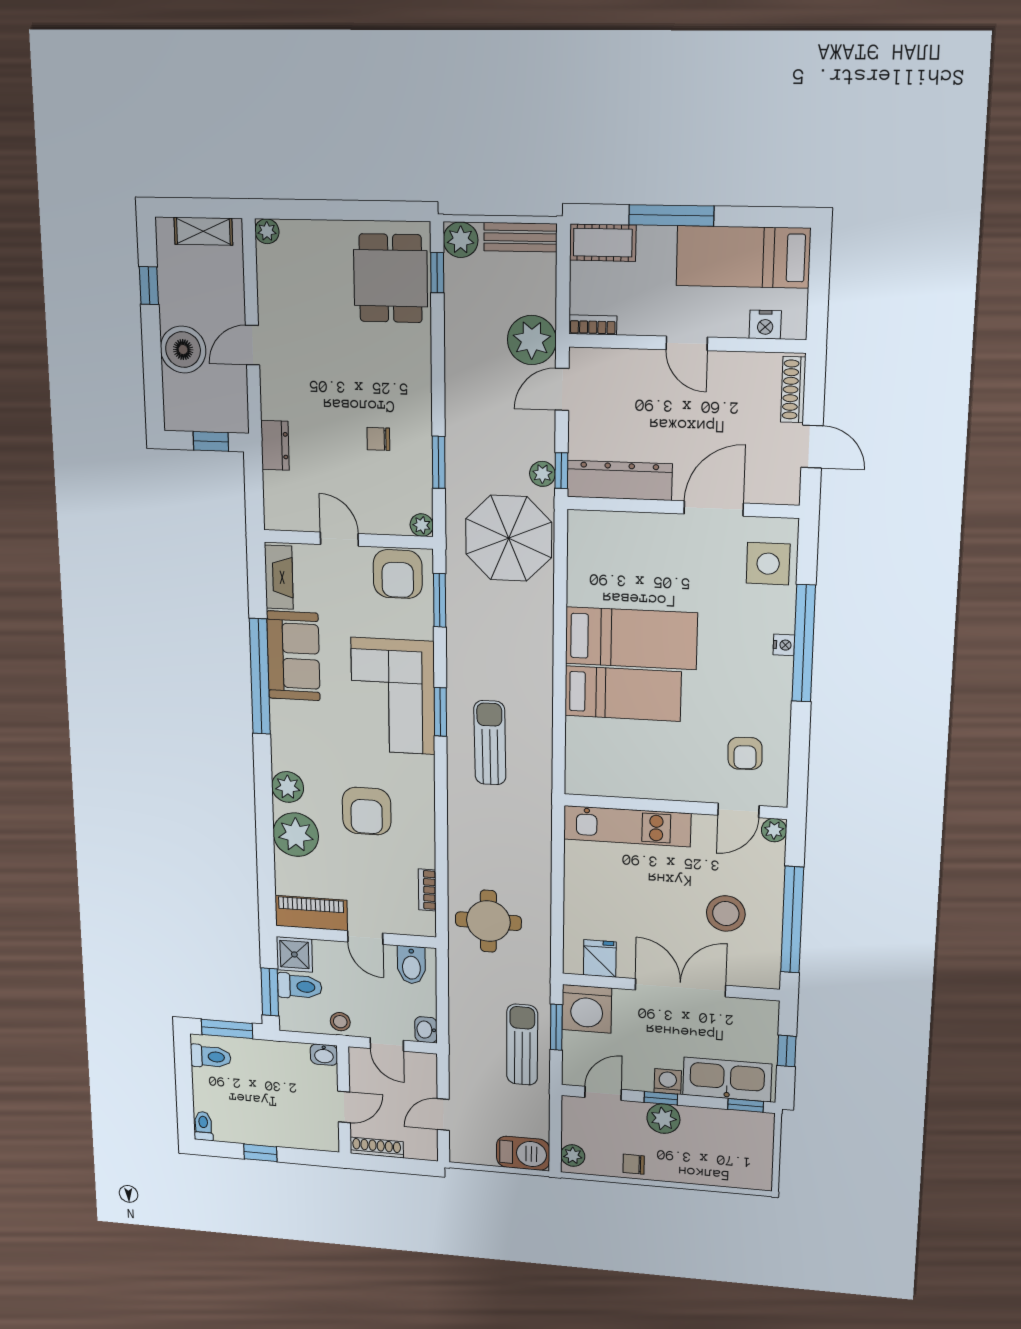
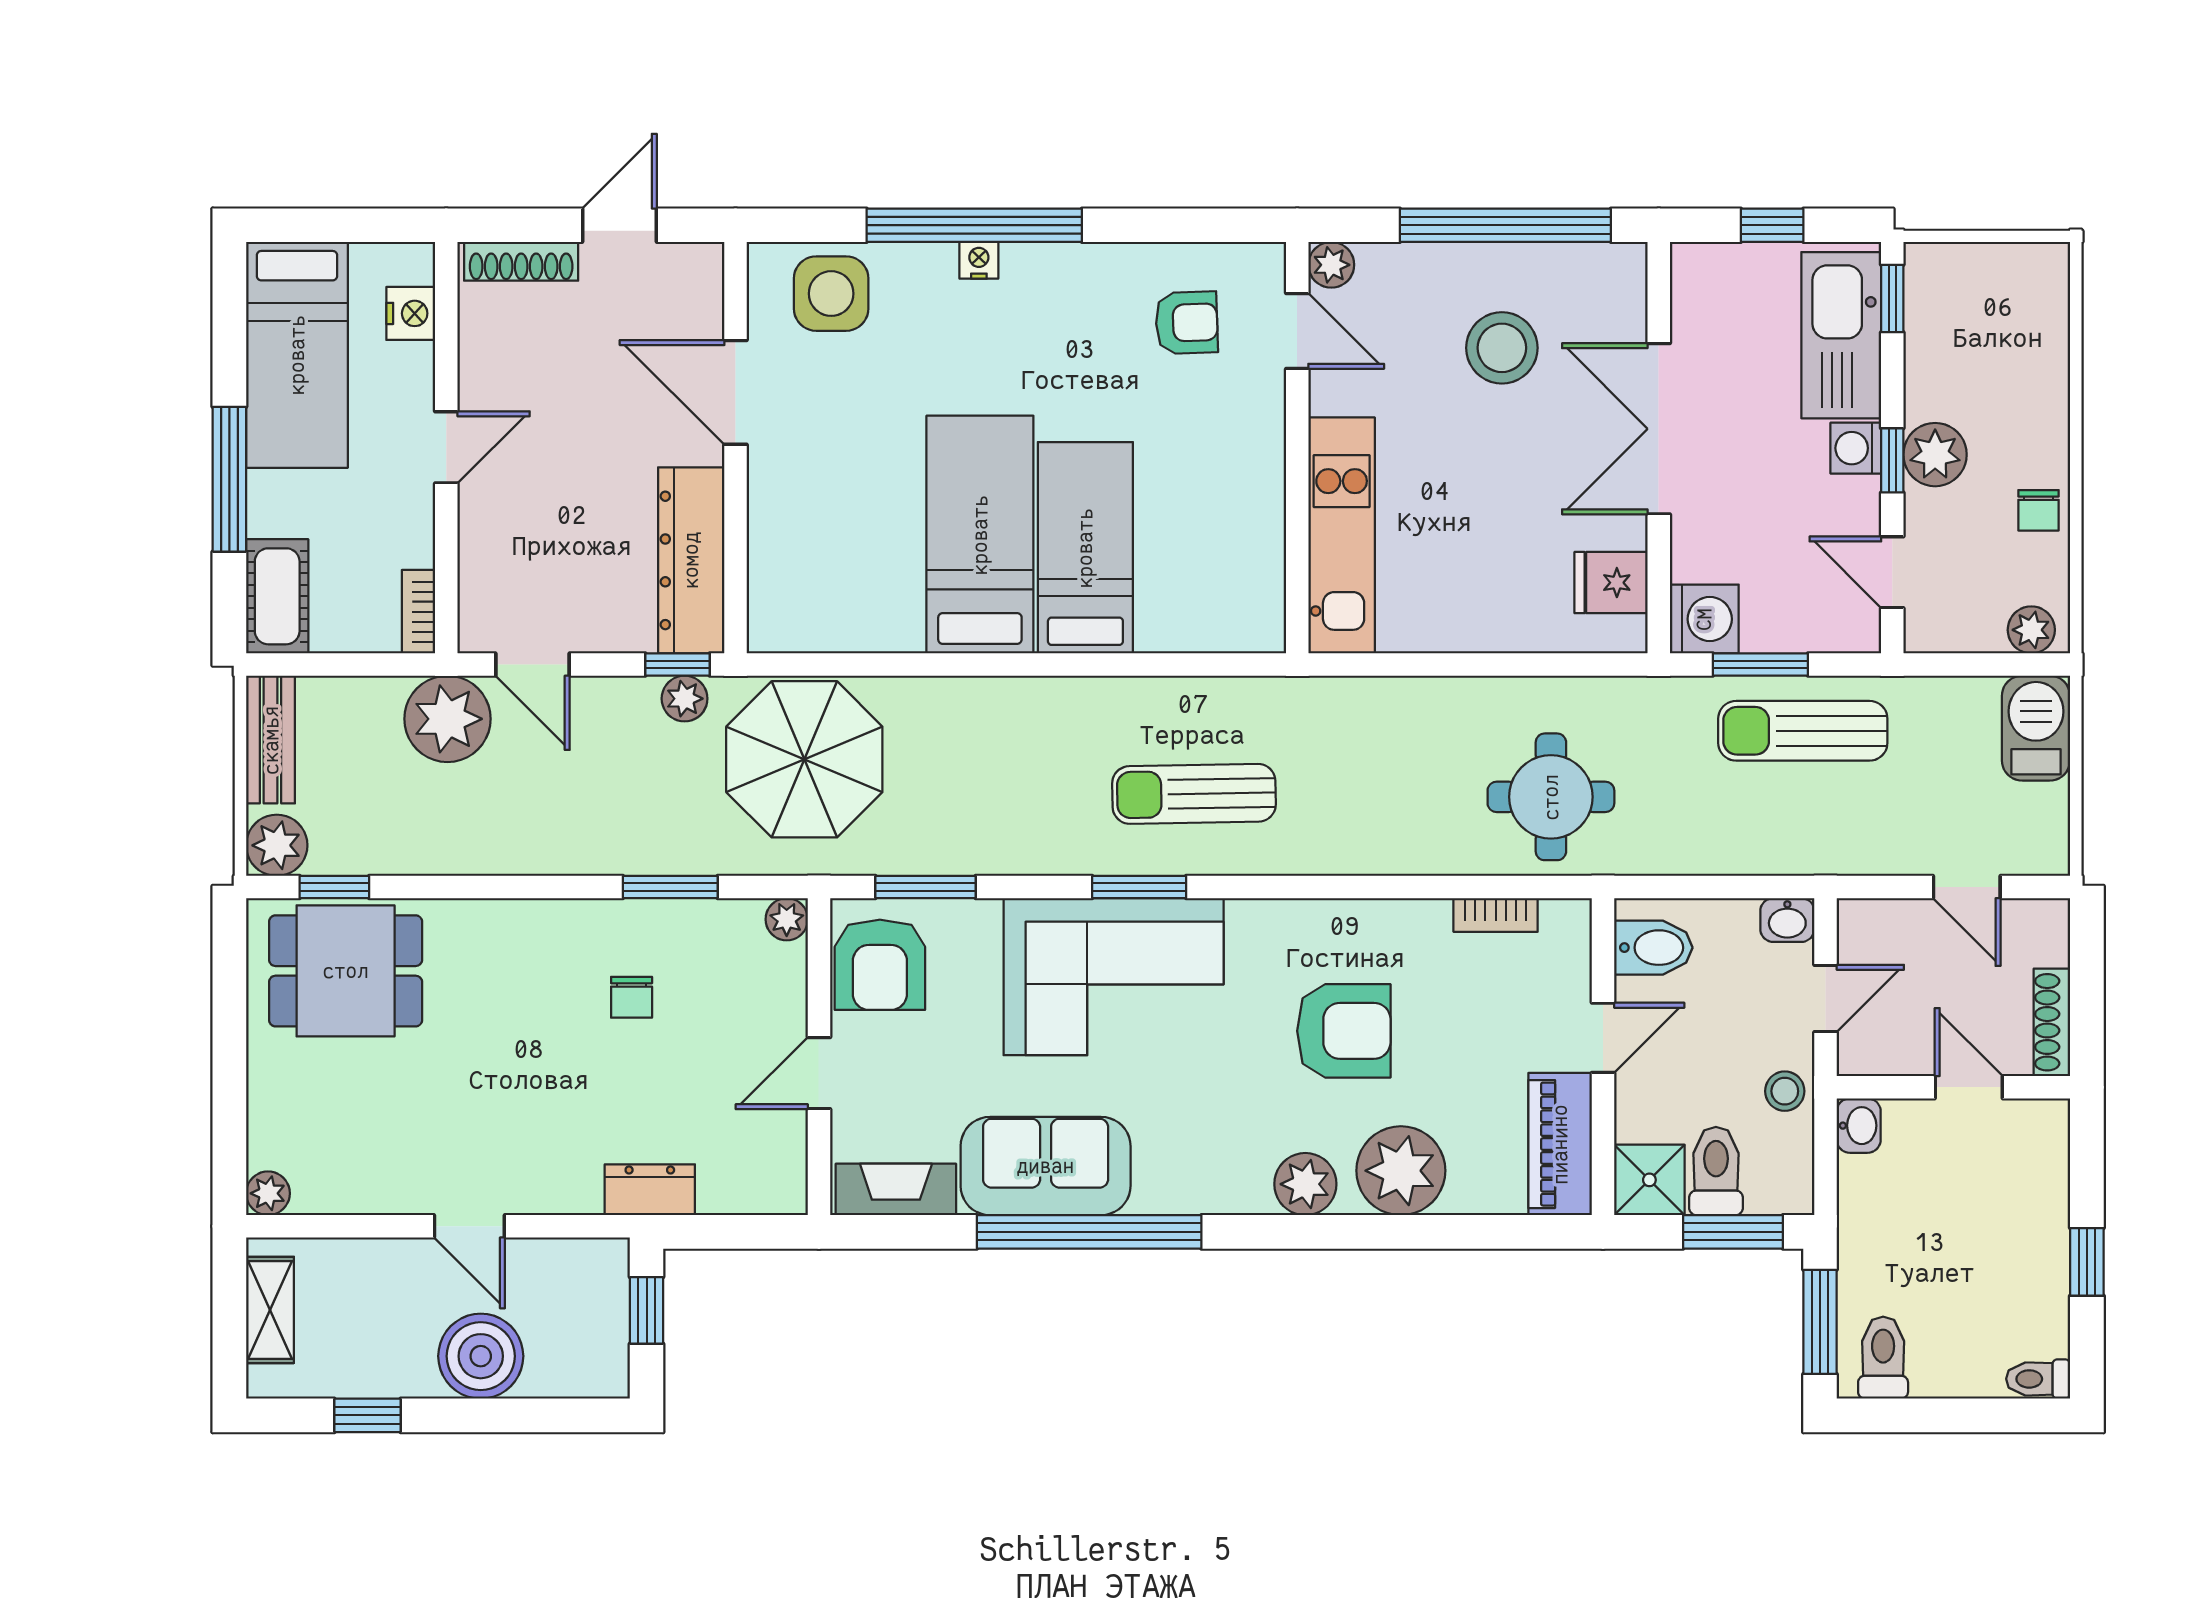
armchair: (398, 574) -> (880, 965), turned 90
washing machine: (587, 1009) -> (1704, 619), width x0.73, depth x0.73

